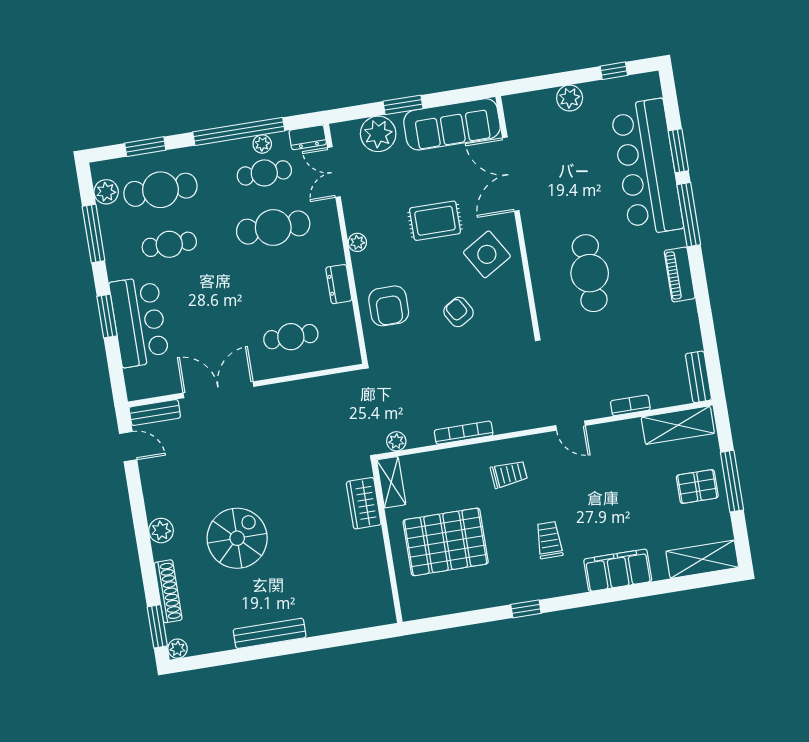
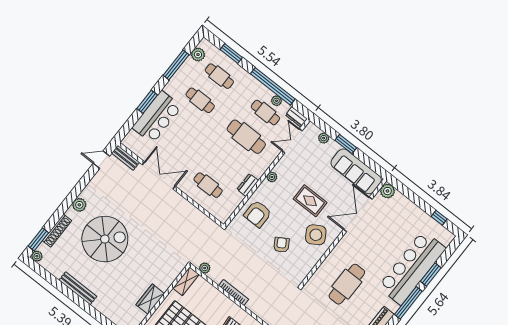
plant: (570, 98) -> (387, 191), moved
plant: (378, 134) -> (324, 138), width x0.53, depth x0.53
cafe table: (160, 190) -> (219, 76), width x0.73, depth x0.74
door: (128, 447) -> (101, 160), swing flipped
wardrobe: (364, 503) -> (150, 299), moved
spiral stairs: (237, 538) -> (105, 239), width x1.37, depth x1.37

